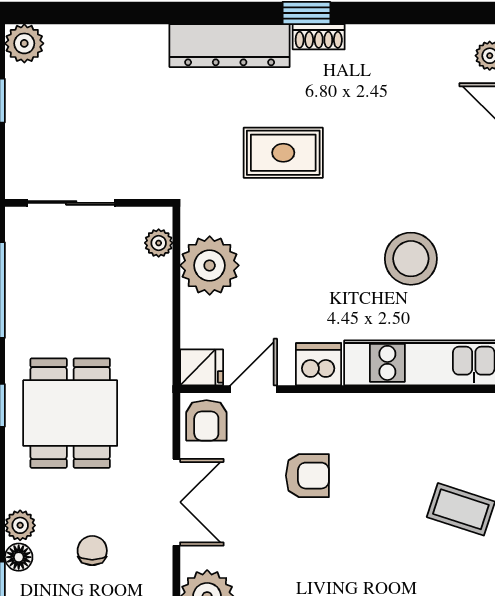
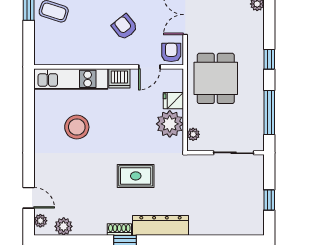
plant: (24, 43) -> (64, 226), moved
fridge: (202, 367) -> (173, 101), moved
dining table: (70, 413) -> (216, 78), moved
armchair: (307, 476) -> (125, 27), turned 51

